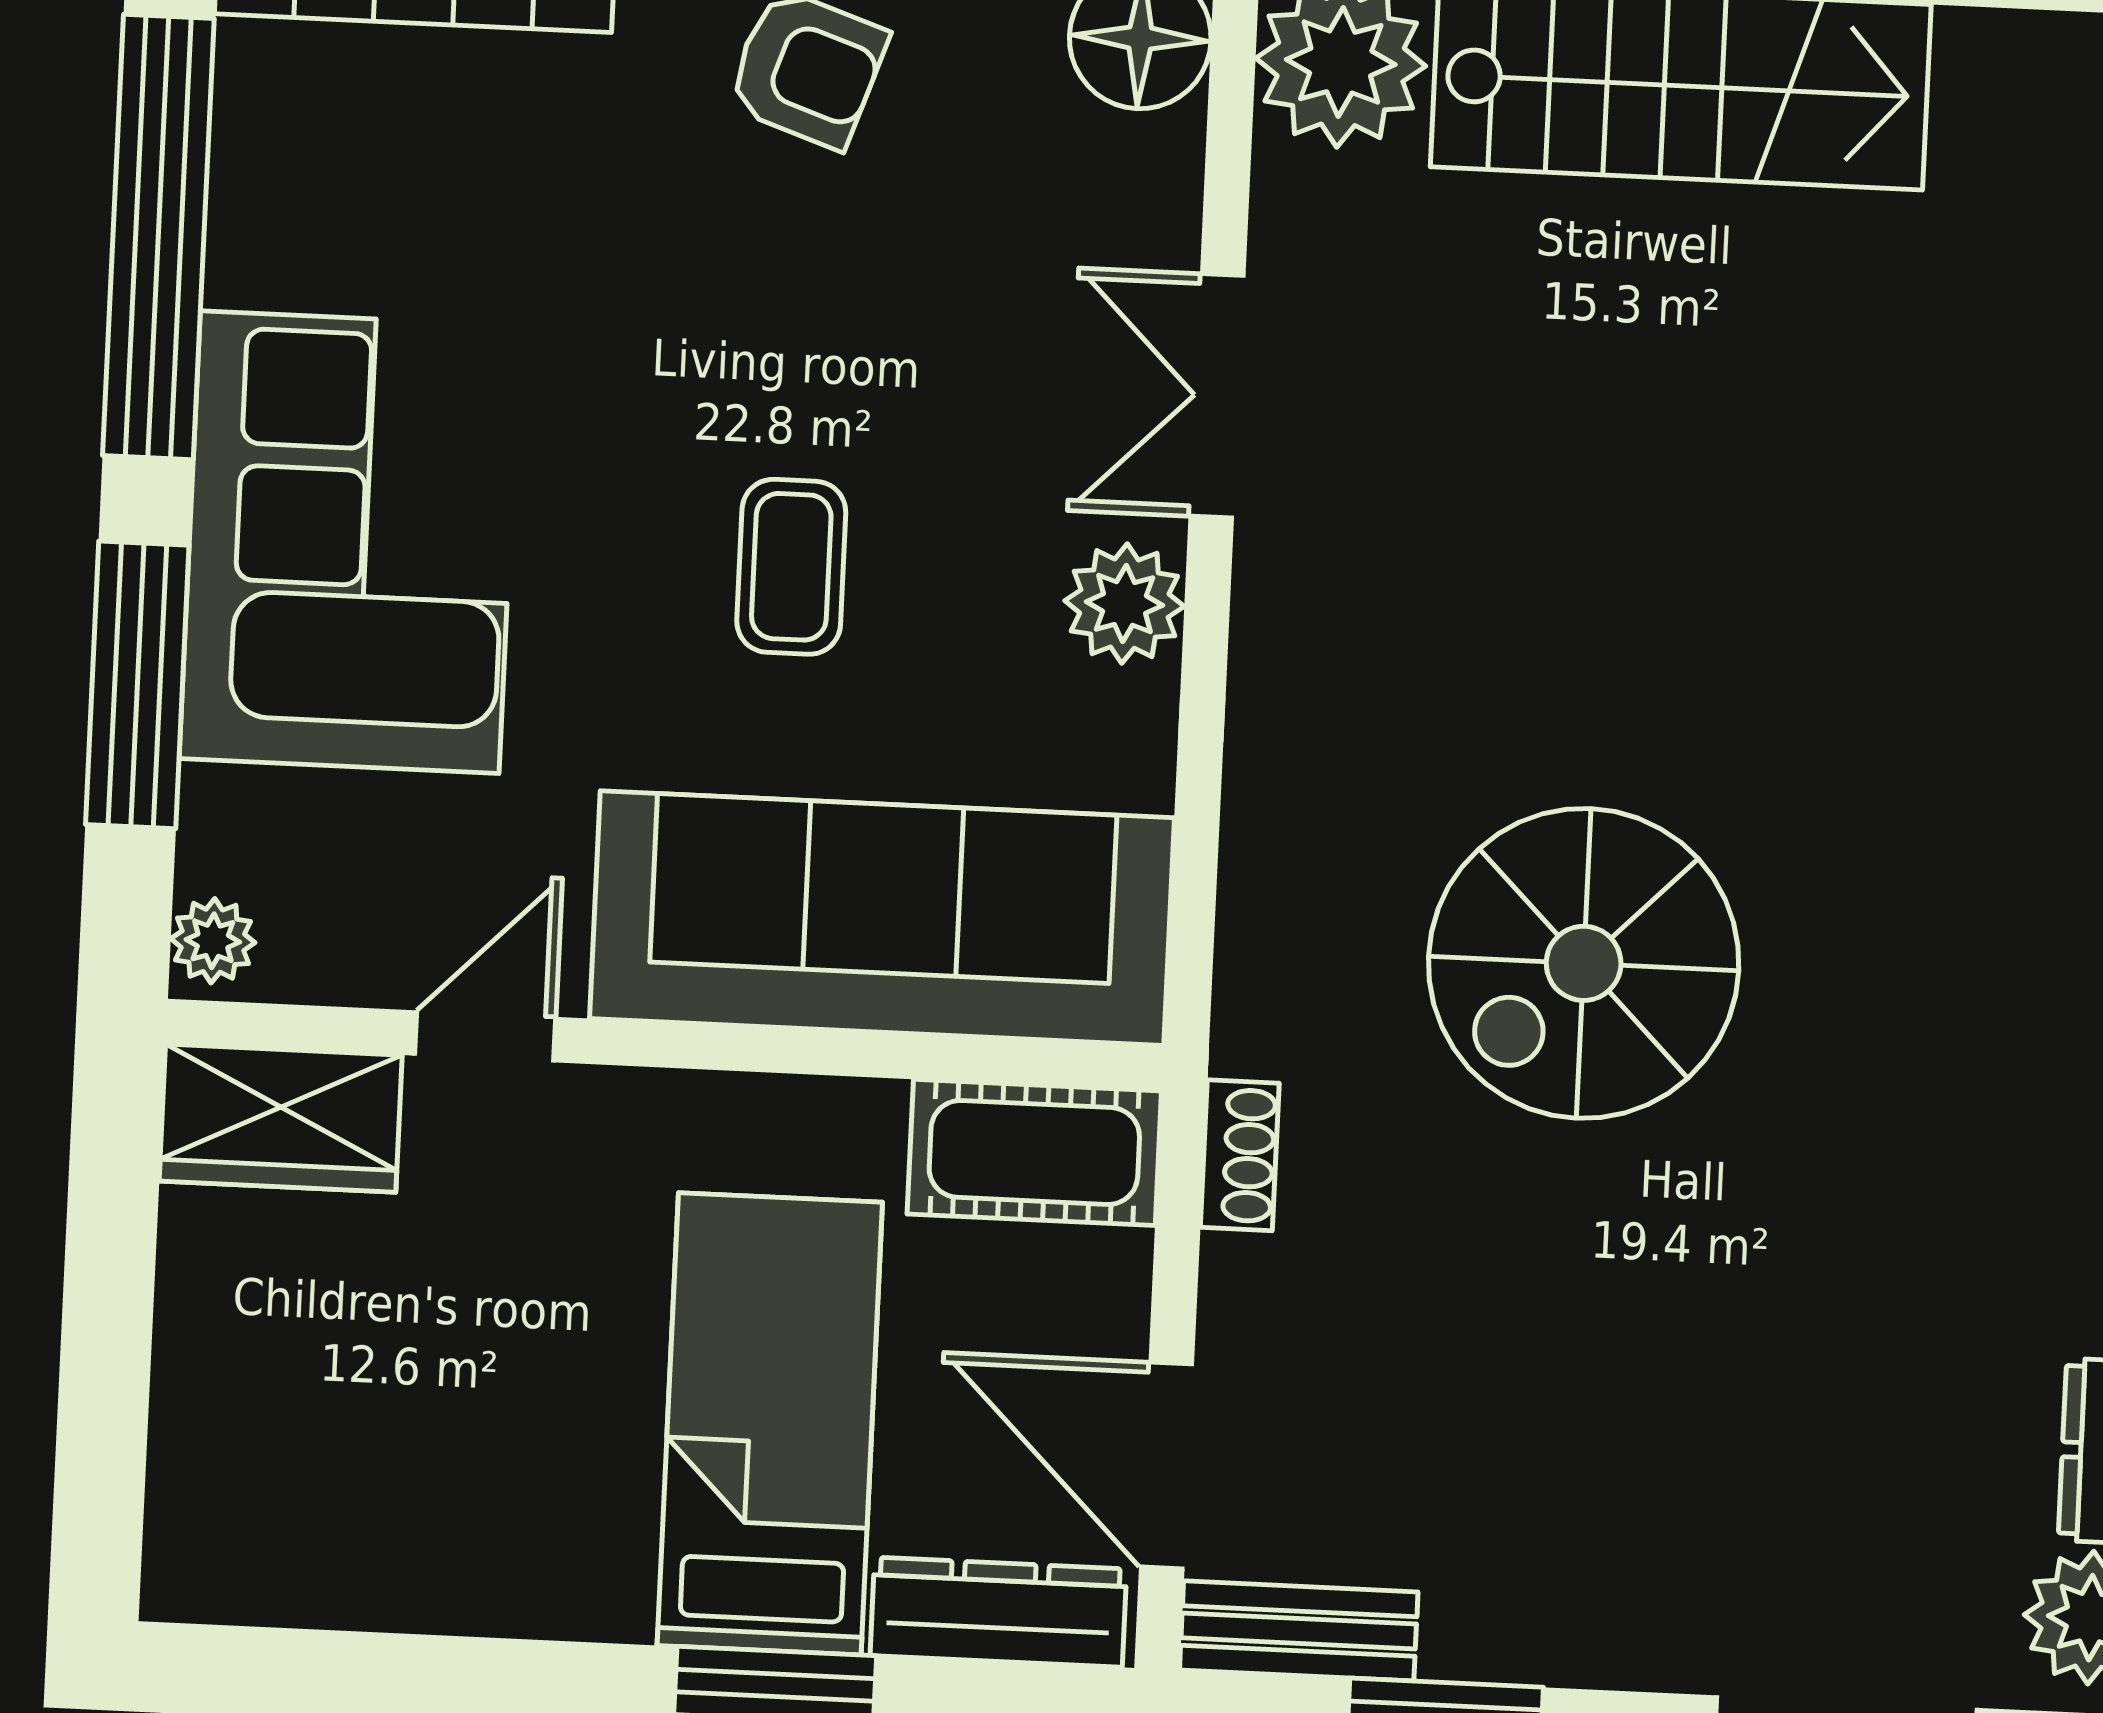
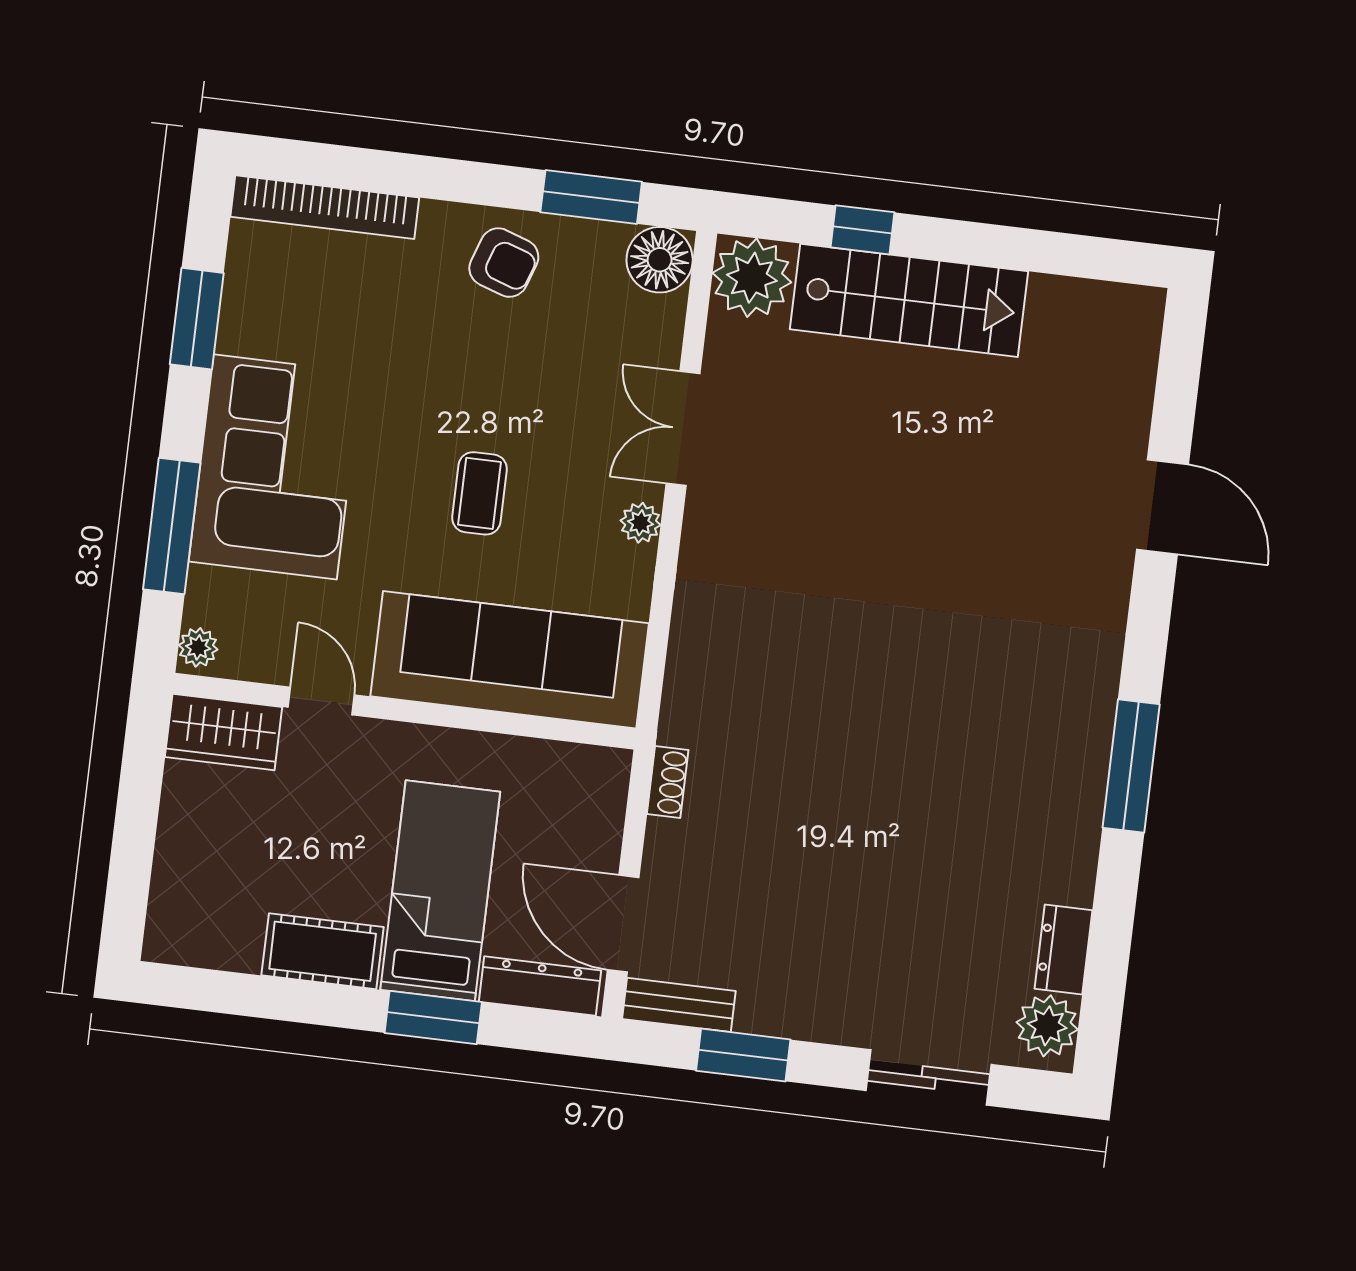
window: (158, 237) -> (197, 319), width x0.47
plant: (1124, 604) -> (641, 523), width x0.73, depth x0.73
spiral stairs: (1584, 963) -> (834, 705), removed
door: (485, 1036) -> (321, 701), hinge flipped
cot: (1034, 1152) -> (323, 951), moved

